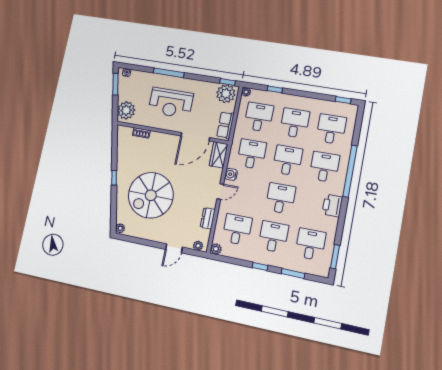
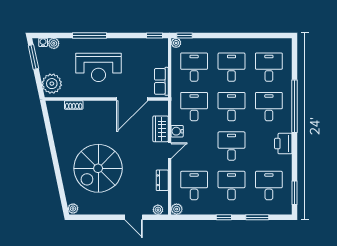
window: (275, 89) -> (185, 35), moved
plant: (226, 94) -> (54, 43), moved, width x0.53, depth x0.53
window: (343, 100) -> (276, 35), removed
wardrobe: (219, 155) -> (161, 129), moved
window: (114, 178) -> (55, 158), removed
door: (174, 248) -> (134, 217), hinge flipped

